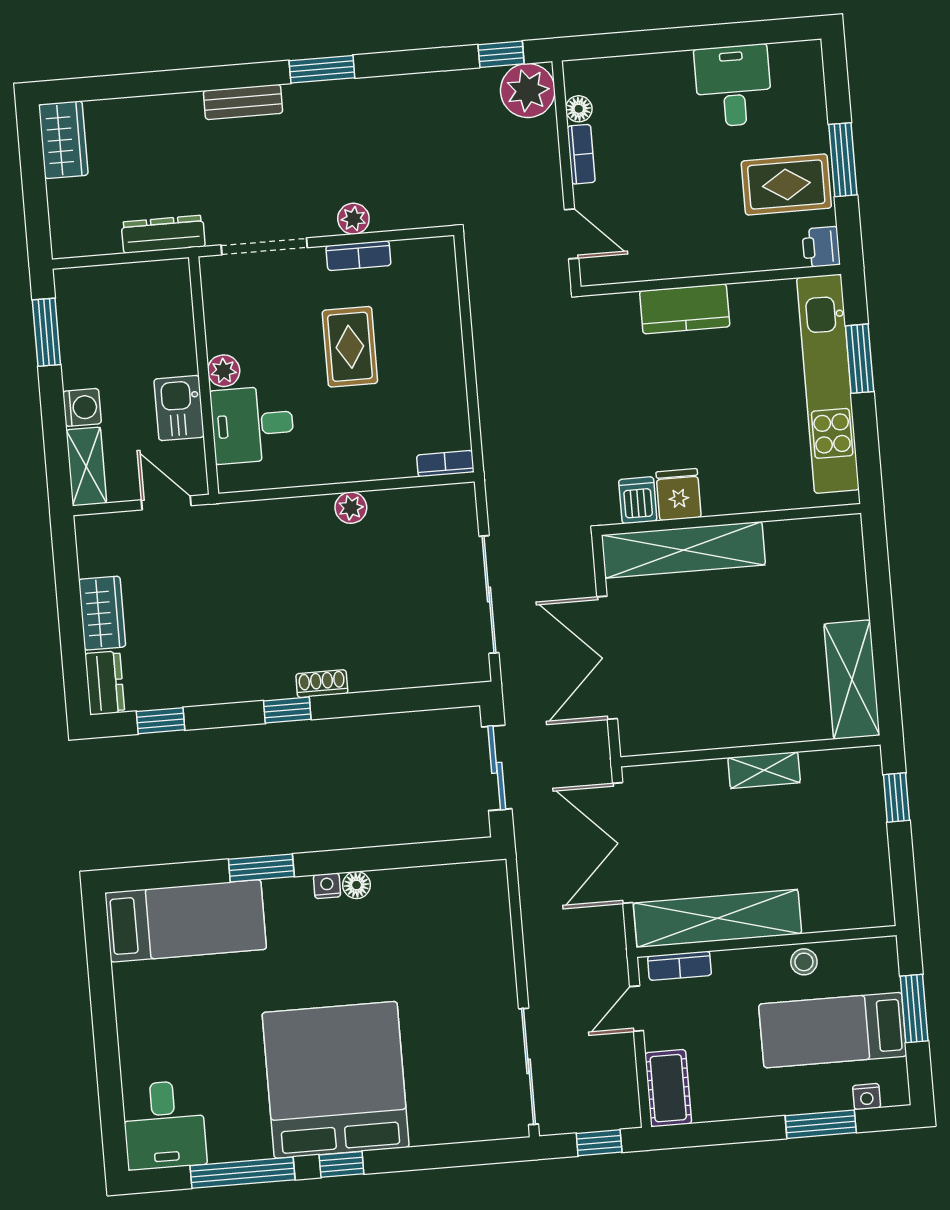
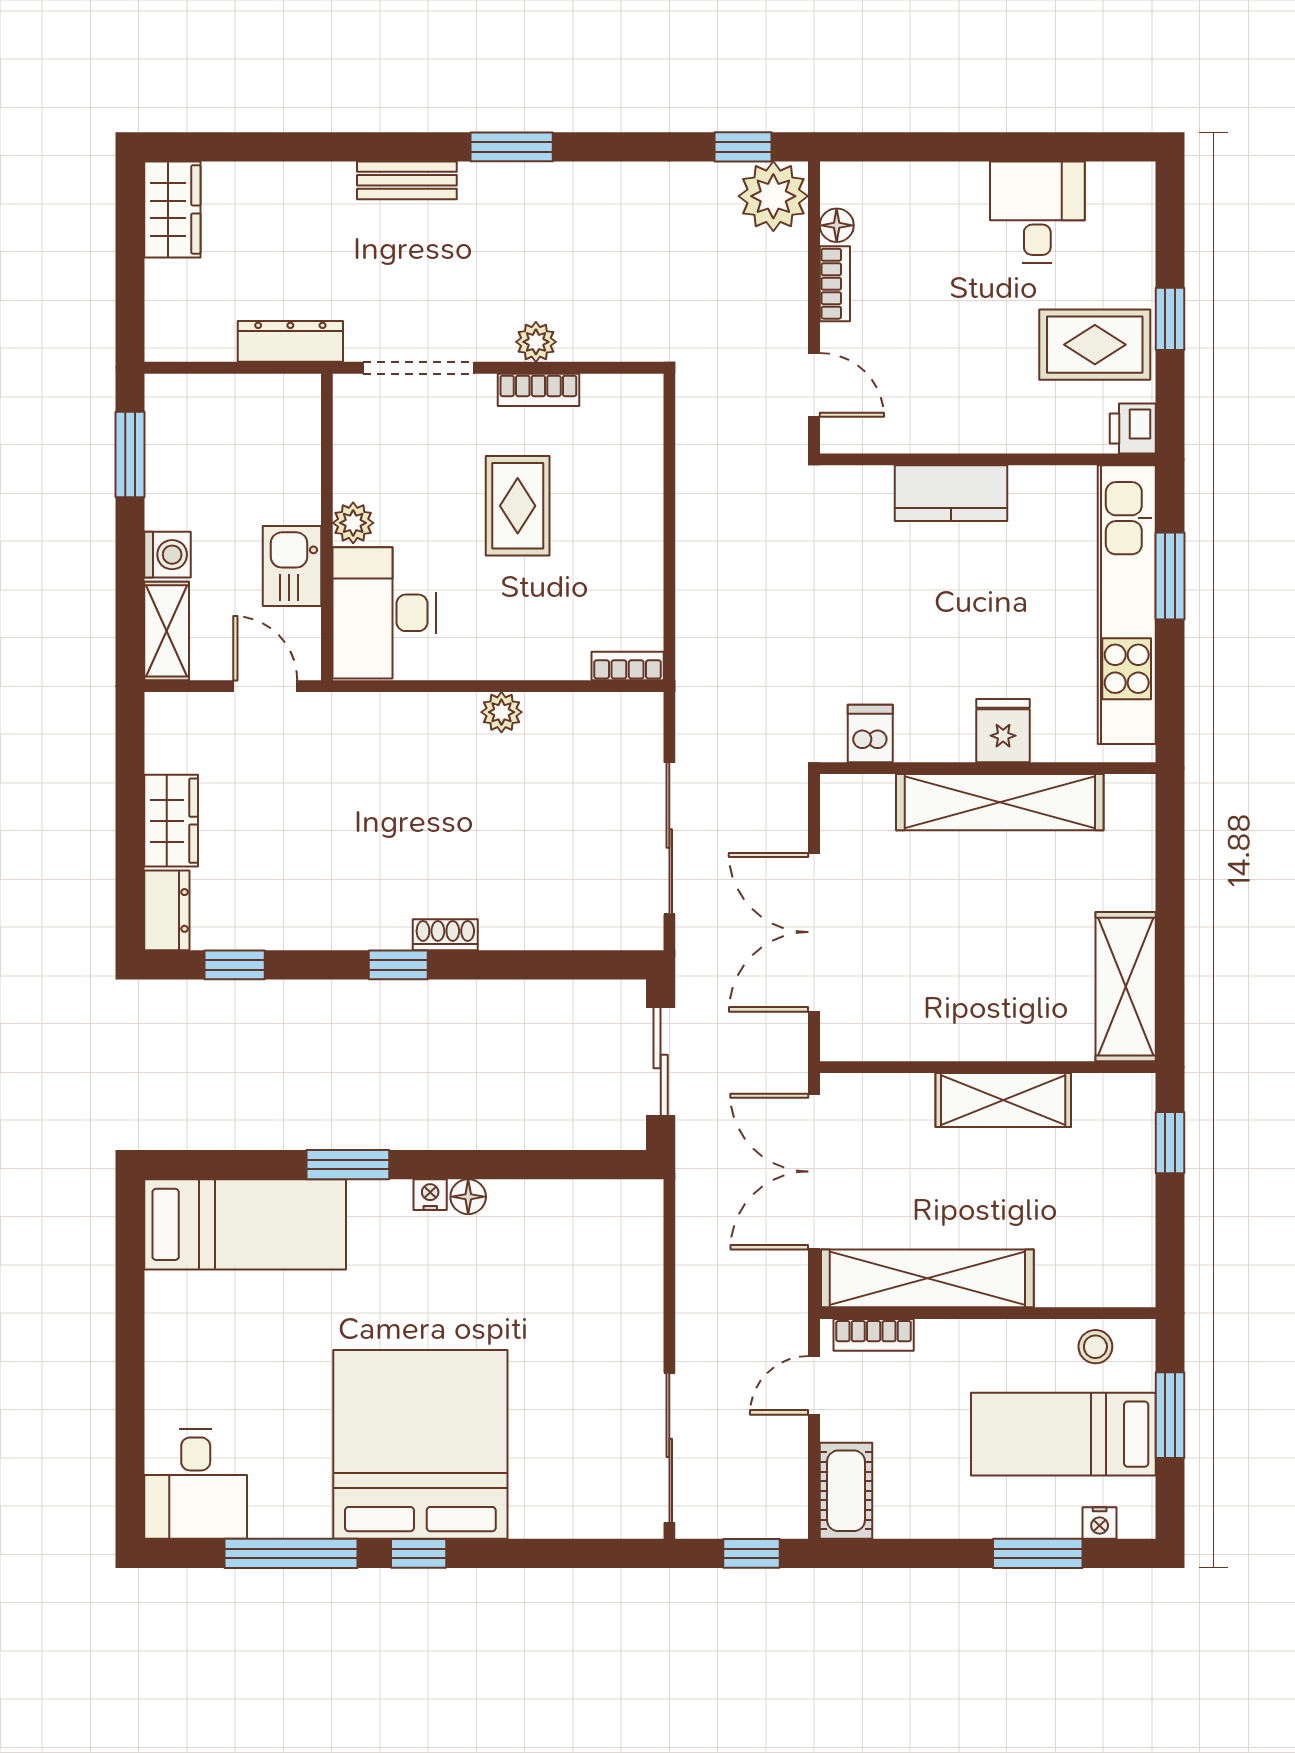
window: (843, 160) -> (1170, 319), width x0.67
desk: (252, 425) -> (384, 613), width x1.37
fridge: (679, 495) -> (1003, 731), moved
shelving: (683, 550) -> (1000, 802), moved
shelving: (764, 770) -> (1003, 1100), width x1.50, depth x1.33
stool: (804, 962) -> (1095, 1347), moved

